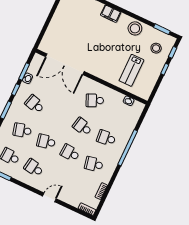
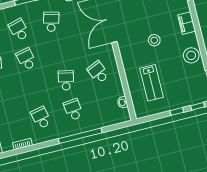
stool: (156, 48) -> (154, 40), moved
lab bench: (131, 70) -> (152, 83), turned -90
school desk: (70, 153) -> (34, 88), removed

